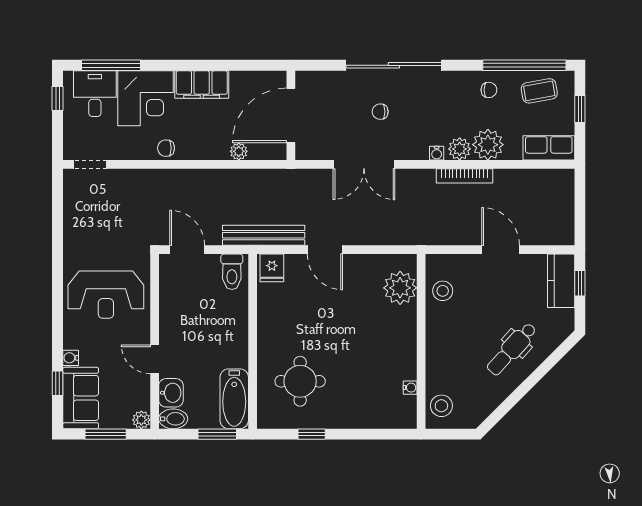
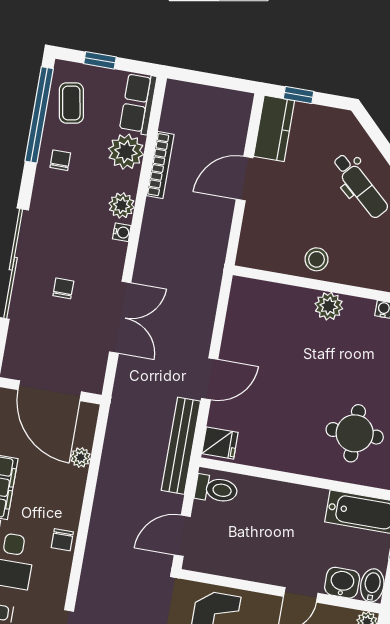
chair: (380, 112) -> (63, 288), turned 180
plant: (488, 145) -> (126, 152), moved
bookcase: (465, 176) -> (160, 165), moved
kitchen counter: (561, 281) -> (274, 128), moved, turned -90
plant: (400, 288) -> (329, 306), moved, width x0.73, depth x0.73
stool: (443, 291) -> (316, 259), moved

